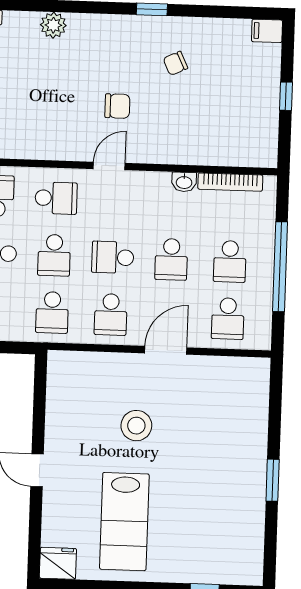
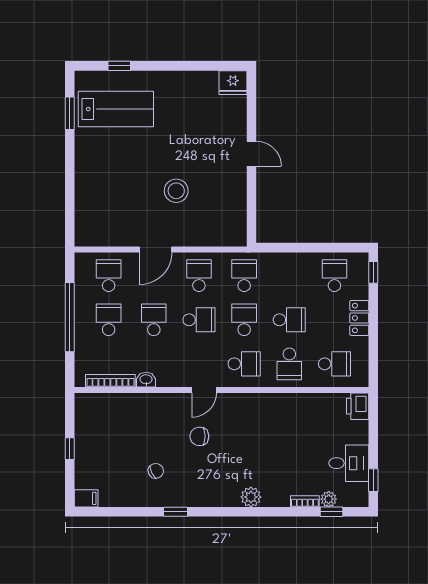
school desk: (56, 198) -> (244, 364), turned 180
window: (273, 480) -> (70, 113), moved
lab bench: (124, 522) -> (116, 109), moved, turned 90

